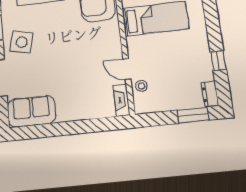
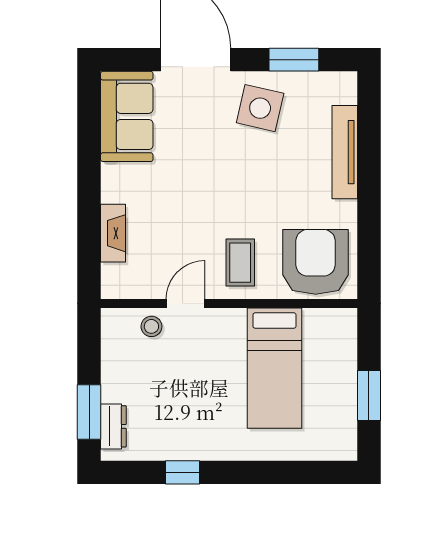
coffee table: (102, 43) -> (240, 263), added
dresser: (210, 94) -> (113, 426), moved, turned 90
fireplace: (122, 100) -> (113, 233), moved, turned 90

